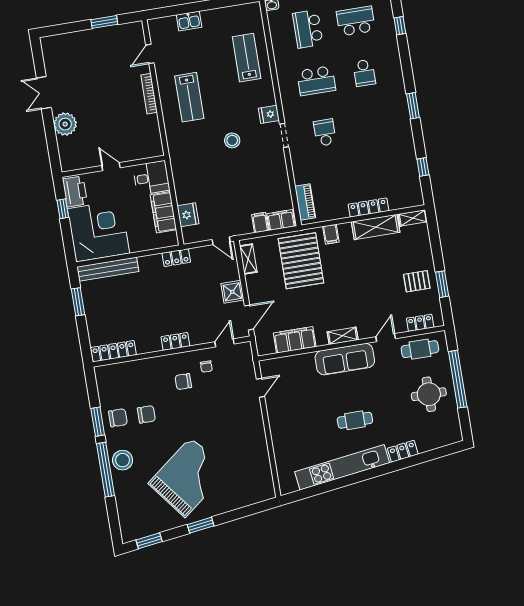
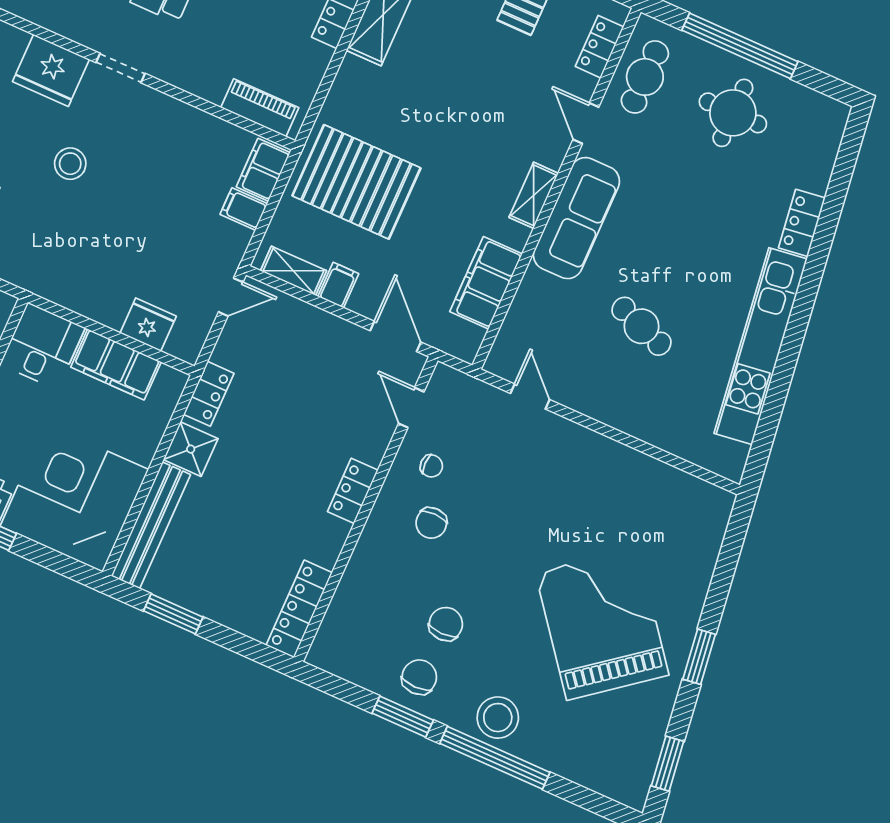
fridge: (269, 114) -> (51, 70), width x1.88, depth x1.34
filing cabinet: (331, 234) -> (338, 285), moved, turned -90
shower: (232, 292) -> (191, 449), moved
cafe table: (355, 420) -> (642, 326), moved, turned -70

